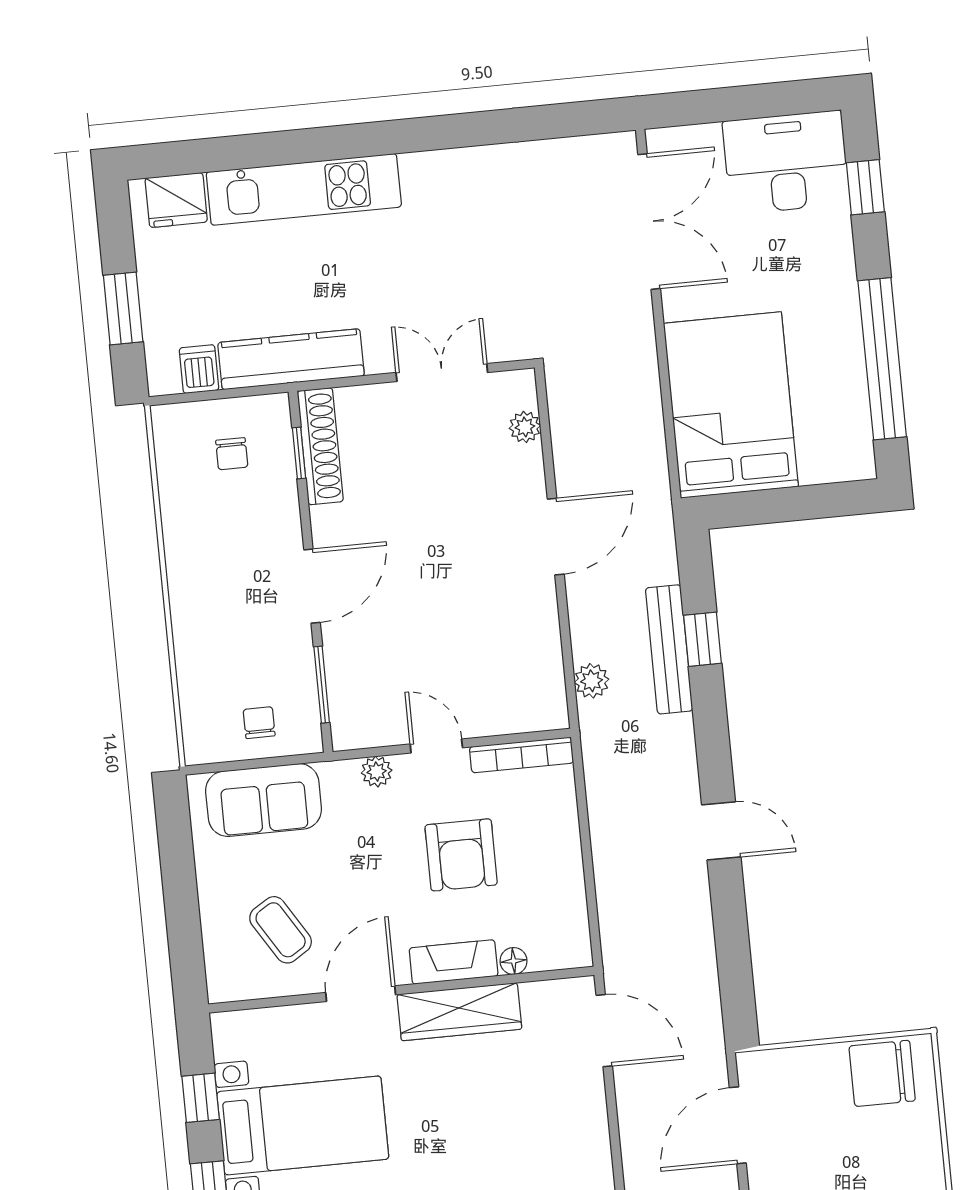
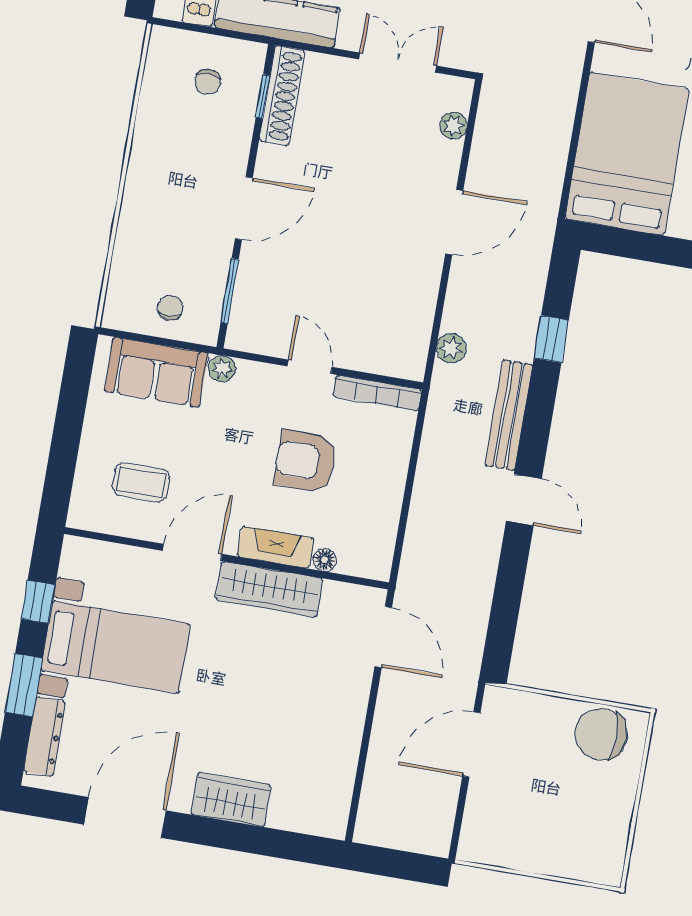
bench: (669, 649) -> (509, 415), moved
plant: (377, 772) -> (222, 369), moved
armchair: (461, 855) -> (306, 461), turned 90
coffee table: (281, 930) -> (141, 482), turned -58

